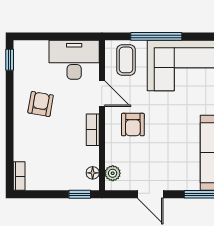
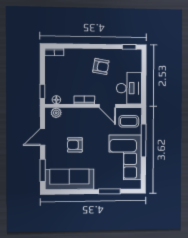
door: (102, 94) -> (107, 106), hinge flipped
armchair: (133, 125) -> (75, 145), moved

